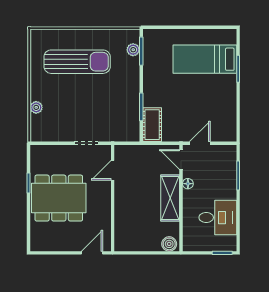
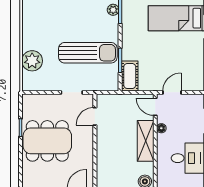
sun lounger: (77, 62) -> (88, 53), moved
plant: (36, 107) -> (32, 61), width x1.88, depth x1.88

